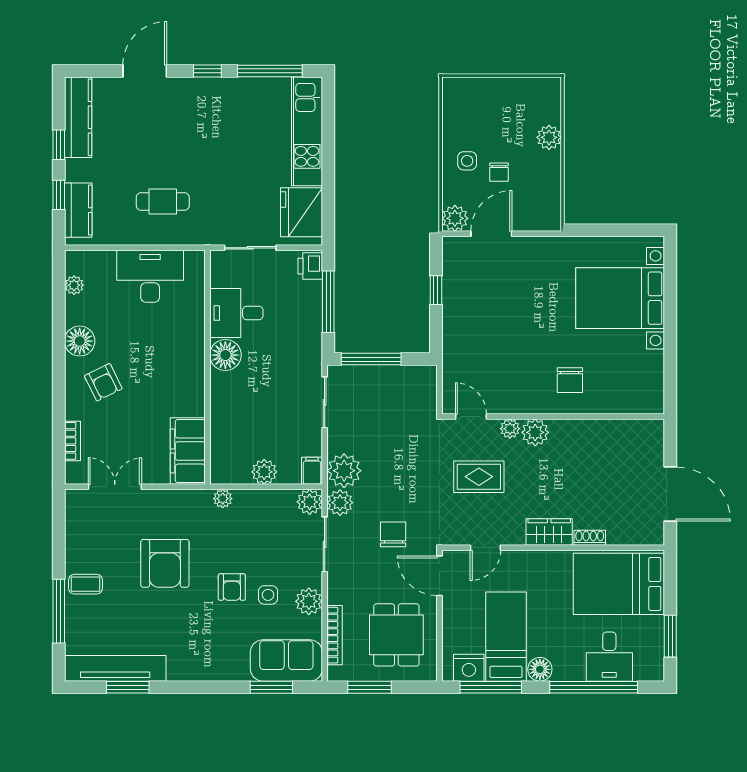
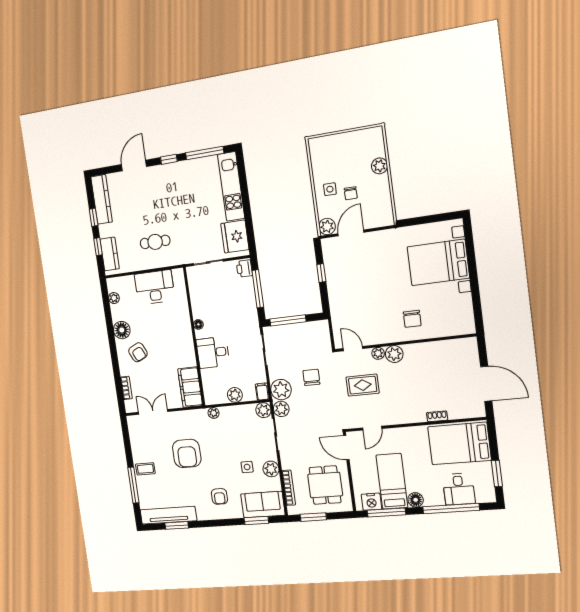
desk: (236, 313) -> (213, 352), moved
floor lamp: (225, 355) -> (198, 324), width x0.53, depth x0.53
wardrobe: (549, 532) -> (411, 415), removed
chair: (393, 534) -> (311, 377), moved
armchair: (232, 587) -> (219, 496), moved

